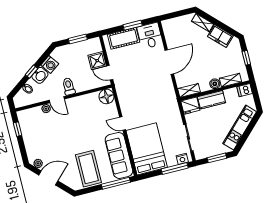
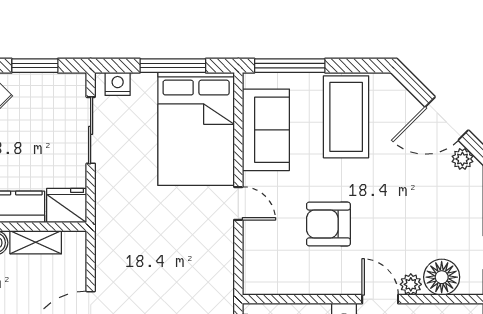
shelving: (189, 90) -> (36, 242), moved
floor lamp: (106, 96) -> (442, 277), moved
armchair: (85, 124) -> (328, 224), added
sofa: (119, 155) -> (266, 130), width x0.73
window: (175, 169) -> (173, 66), moved

